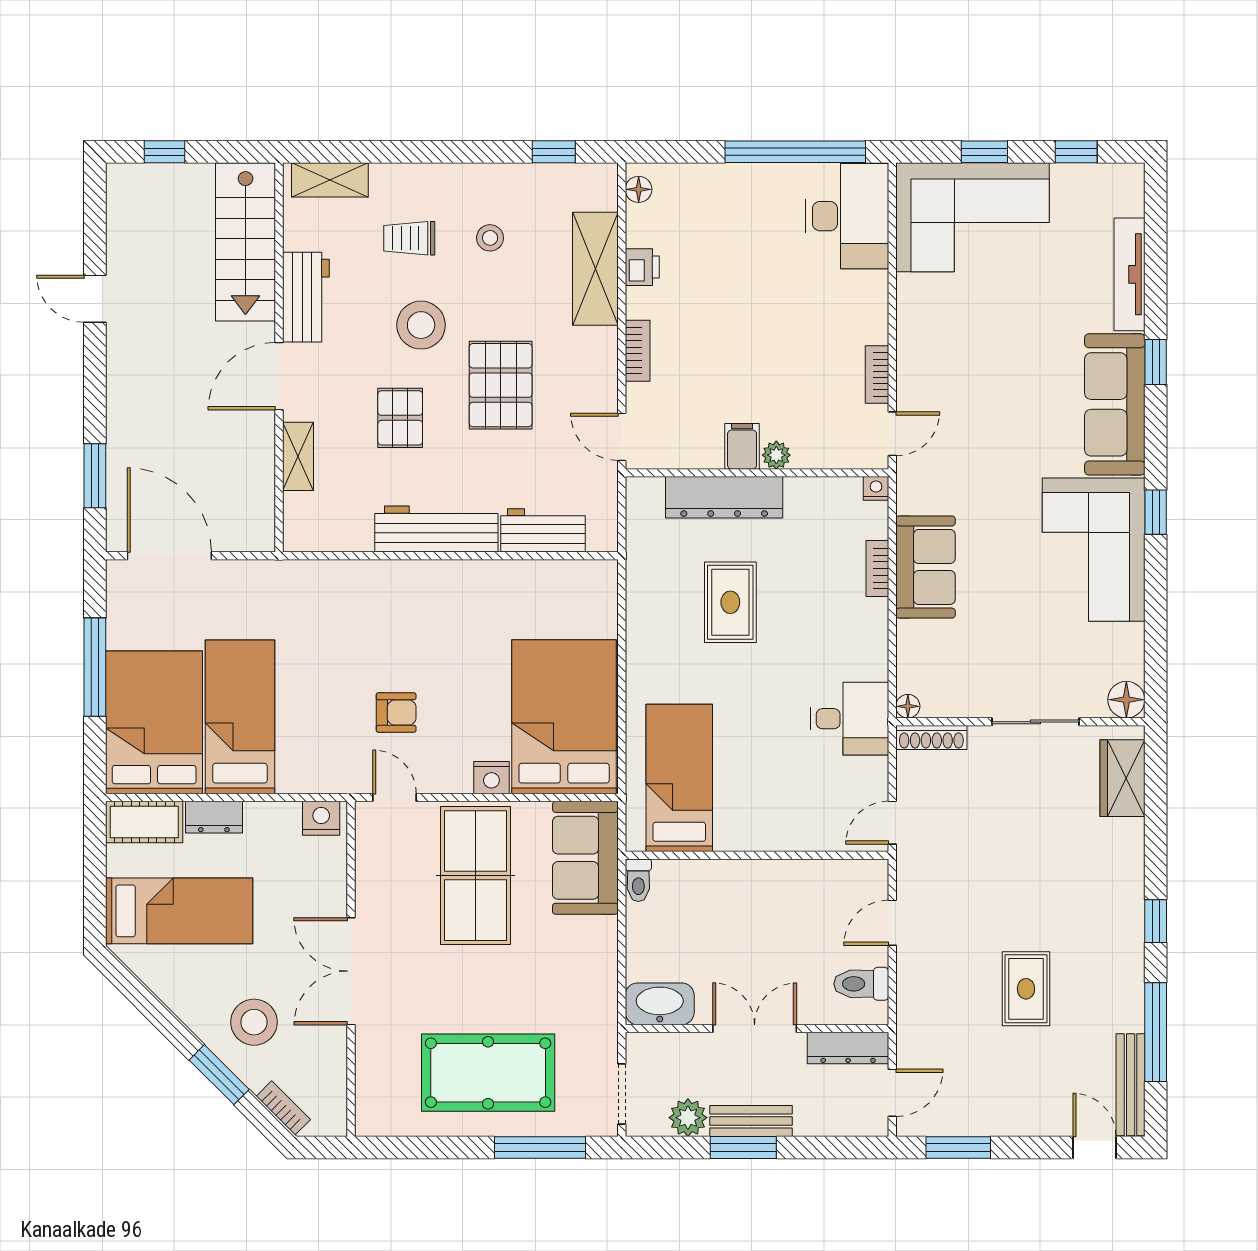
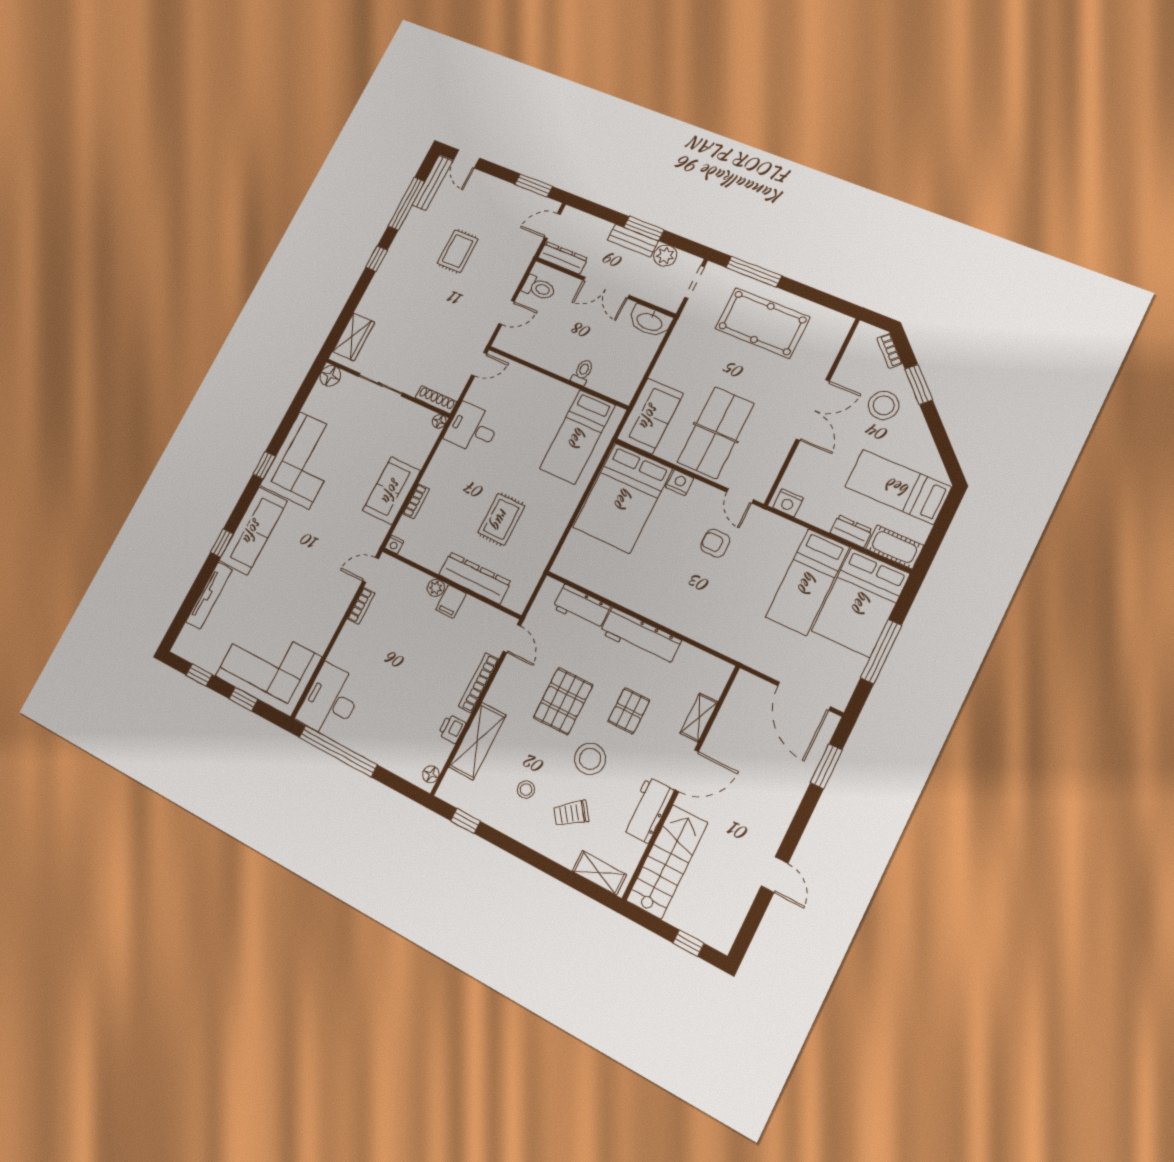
trolley: (409, 238) -> (571, 813), turned 143
bookcase: (638, 351) -> (479, 683), width x1.56
toilet: (638, 880) -> (583, 372), moved

